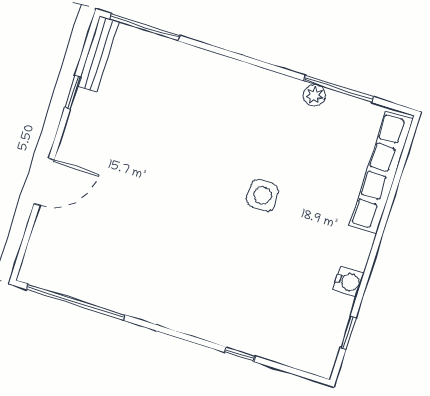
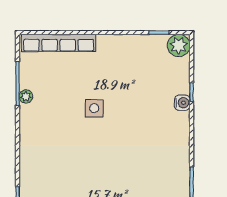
water cooler: (348, 282) -> (182, 103), moved, turned 90
plant: (318, 357) -> (179, 46), added

